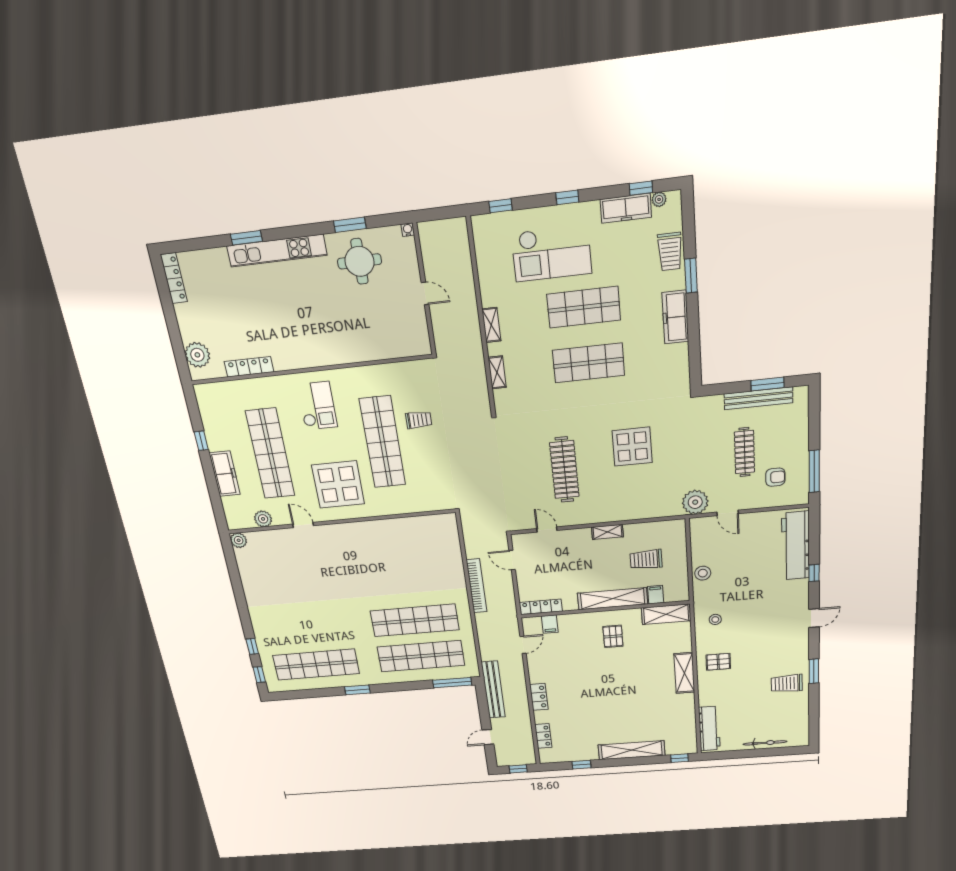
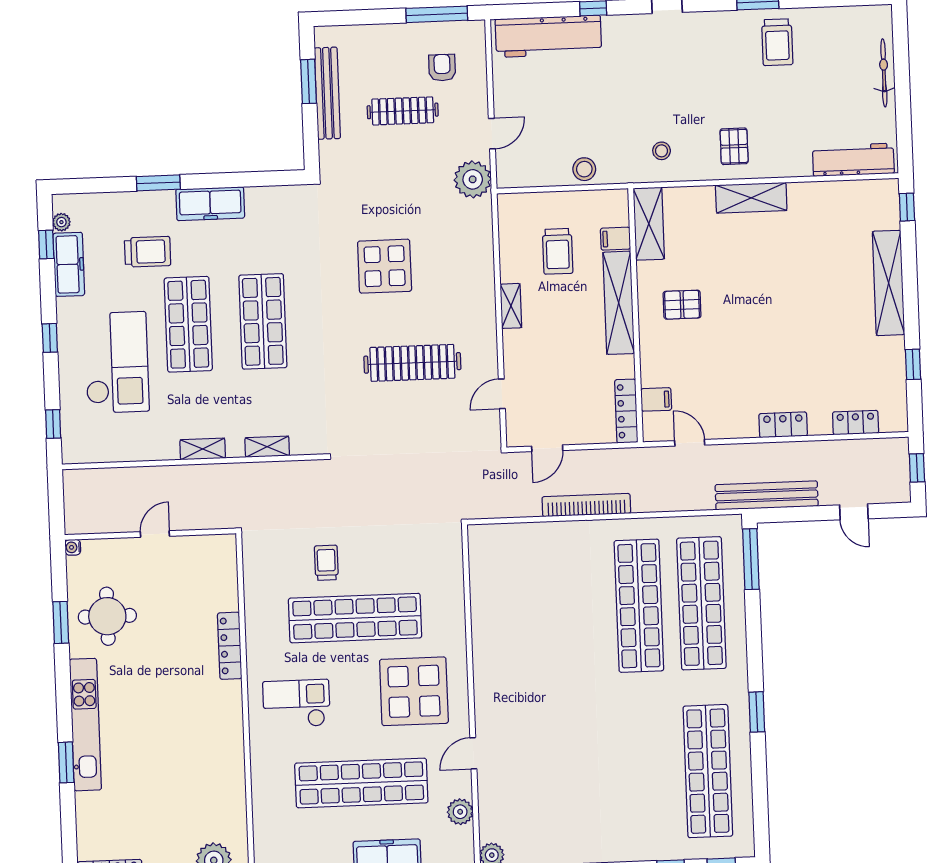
trolley: (670, 252) -> (148, 252), moved
locker: (249, 367) -> (230, 646), moved

